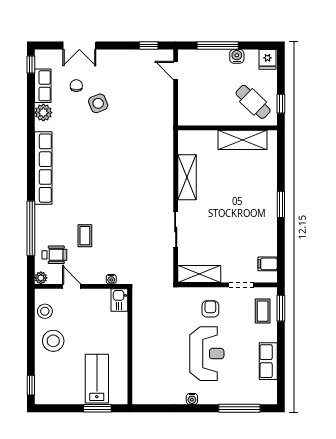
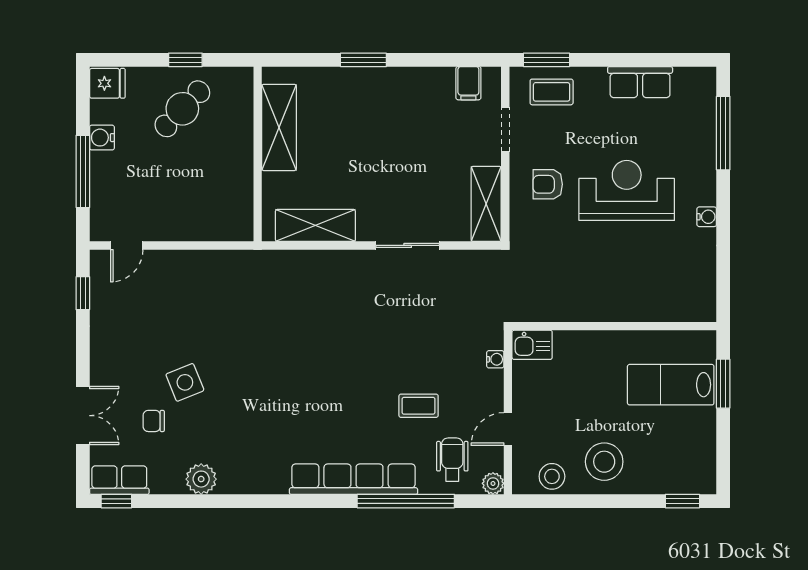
row of seats: (43, 86) -> (119, 480), moved
wall: (227, 128) -> (258, 154), moved
shelving: (243, 140) -> (279, 127), moved
row of seats: (43, 168) -> (353, 479), moved

